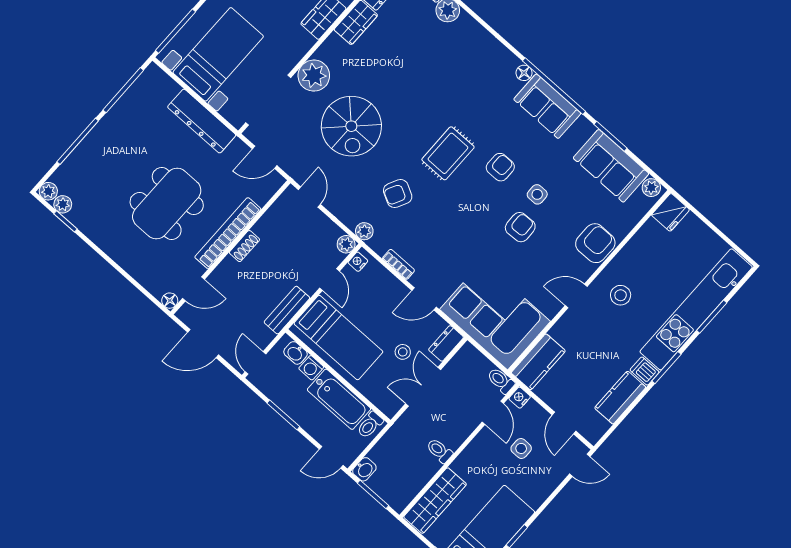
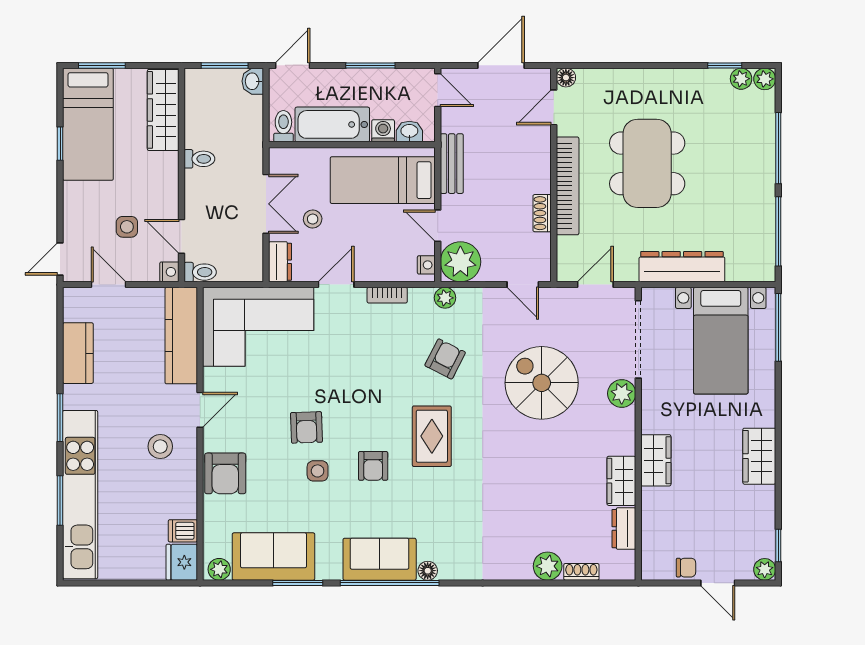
plant: (314, 76) -> (622, 393), width x0.73, depth x0.73
plant: (346, 244) -> (460, 262), width x1.87, depth x1.87
shoe rack: (244, 246) -> (542, 213), moved
kitchen counter: (538, 362) -> (181, 336), width x1.50
dishwasher: (645, 371) -> (183, 531), moved, turned 180

